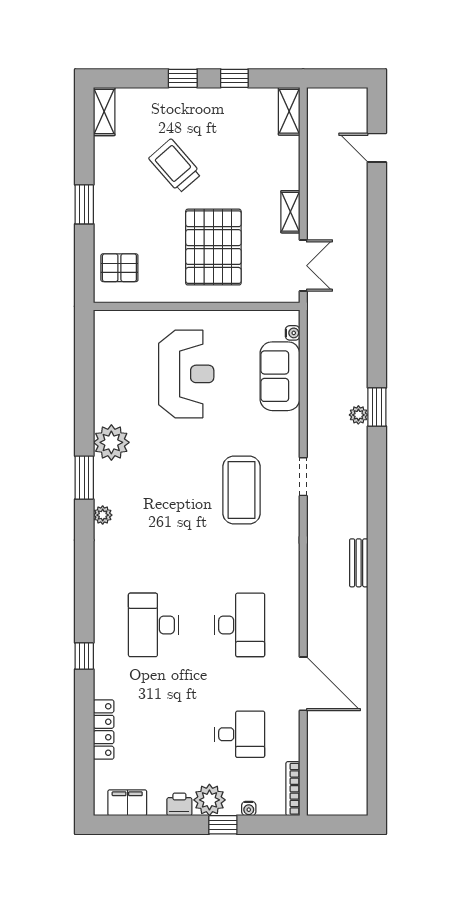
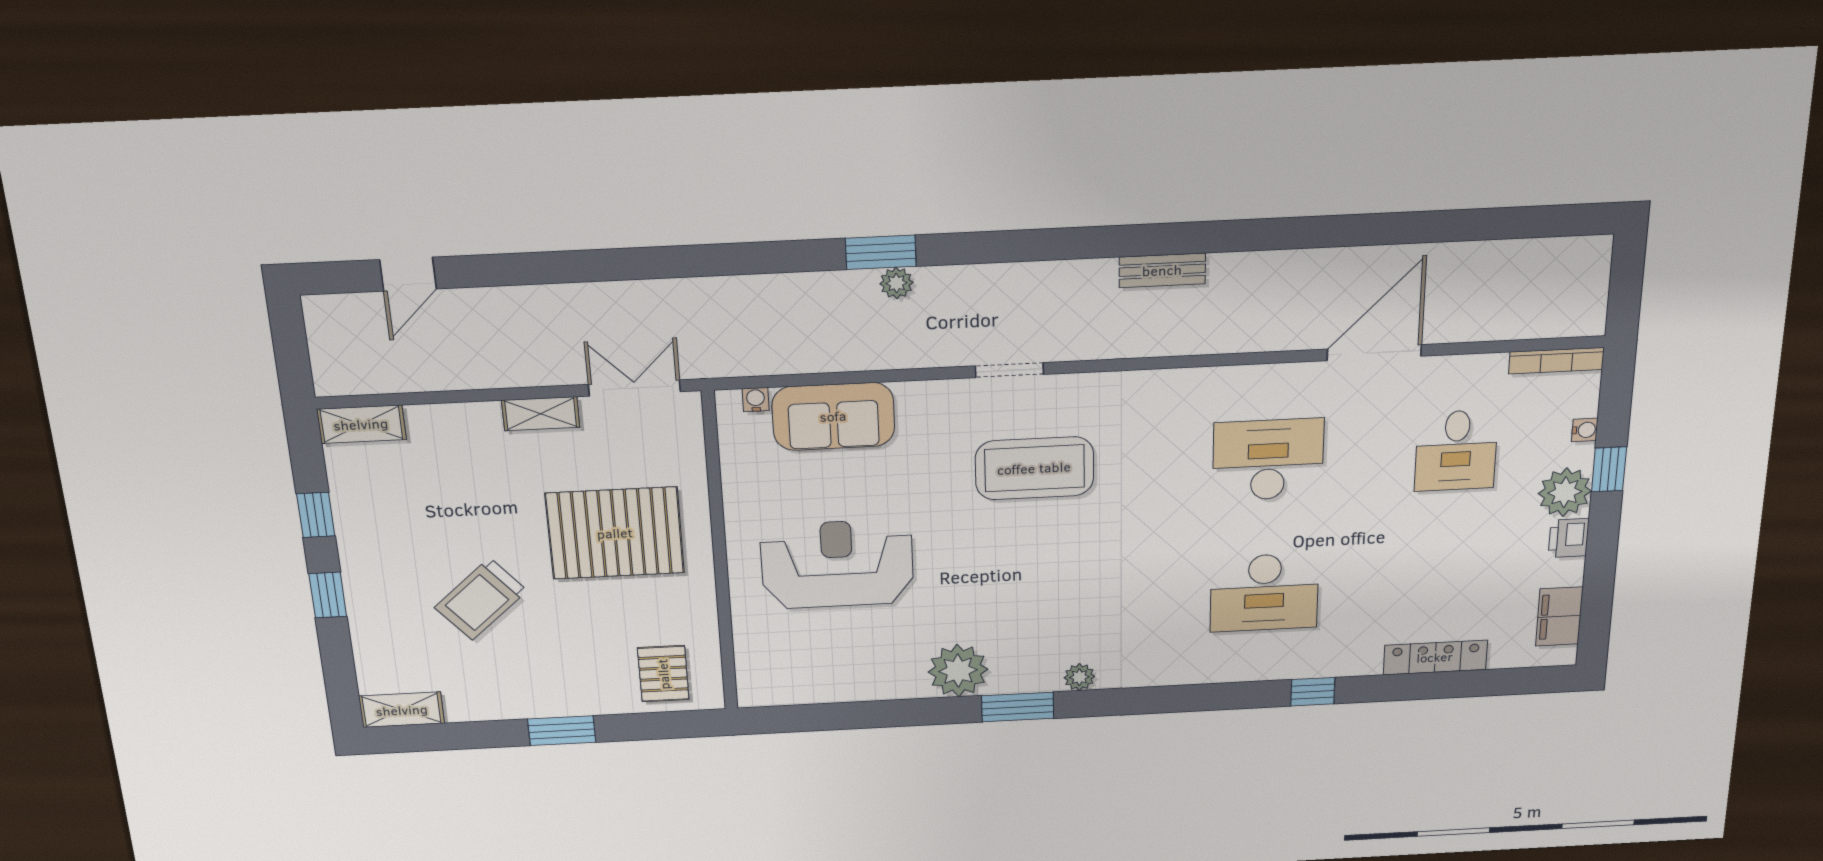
desk: (240, 734) -> (1456, 450), turned 180

